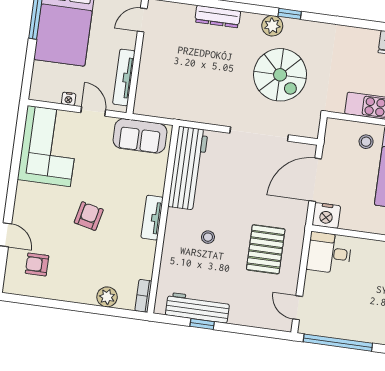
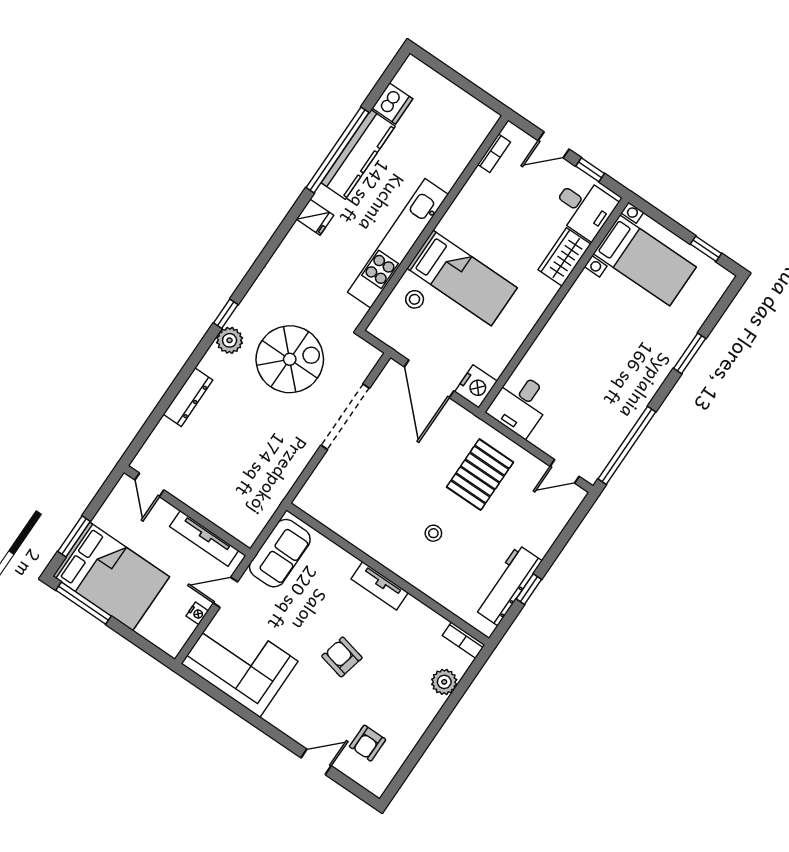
workbench: (188, 168) -> (344, 517), removed
pallet: (266, 249) -> (480, 475), turned 90

